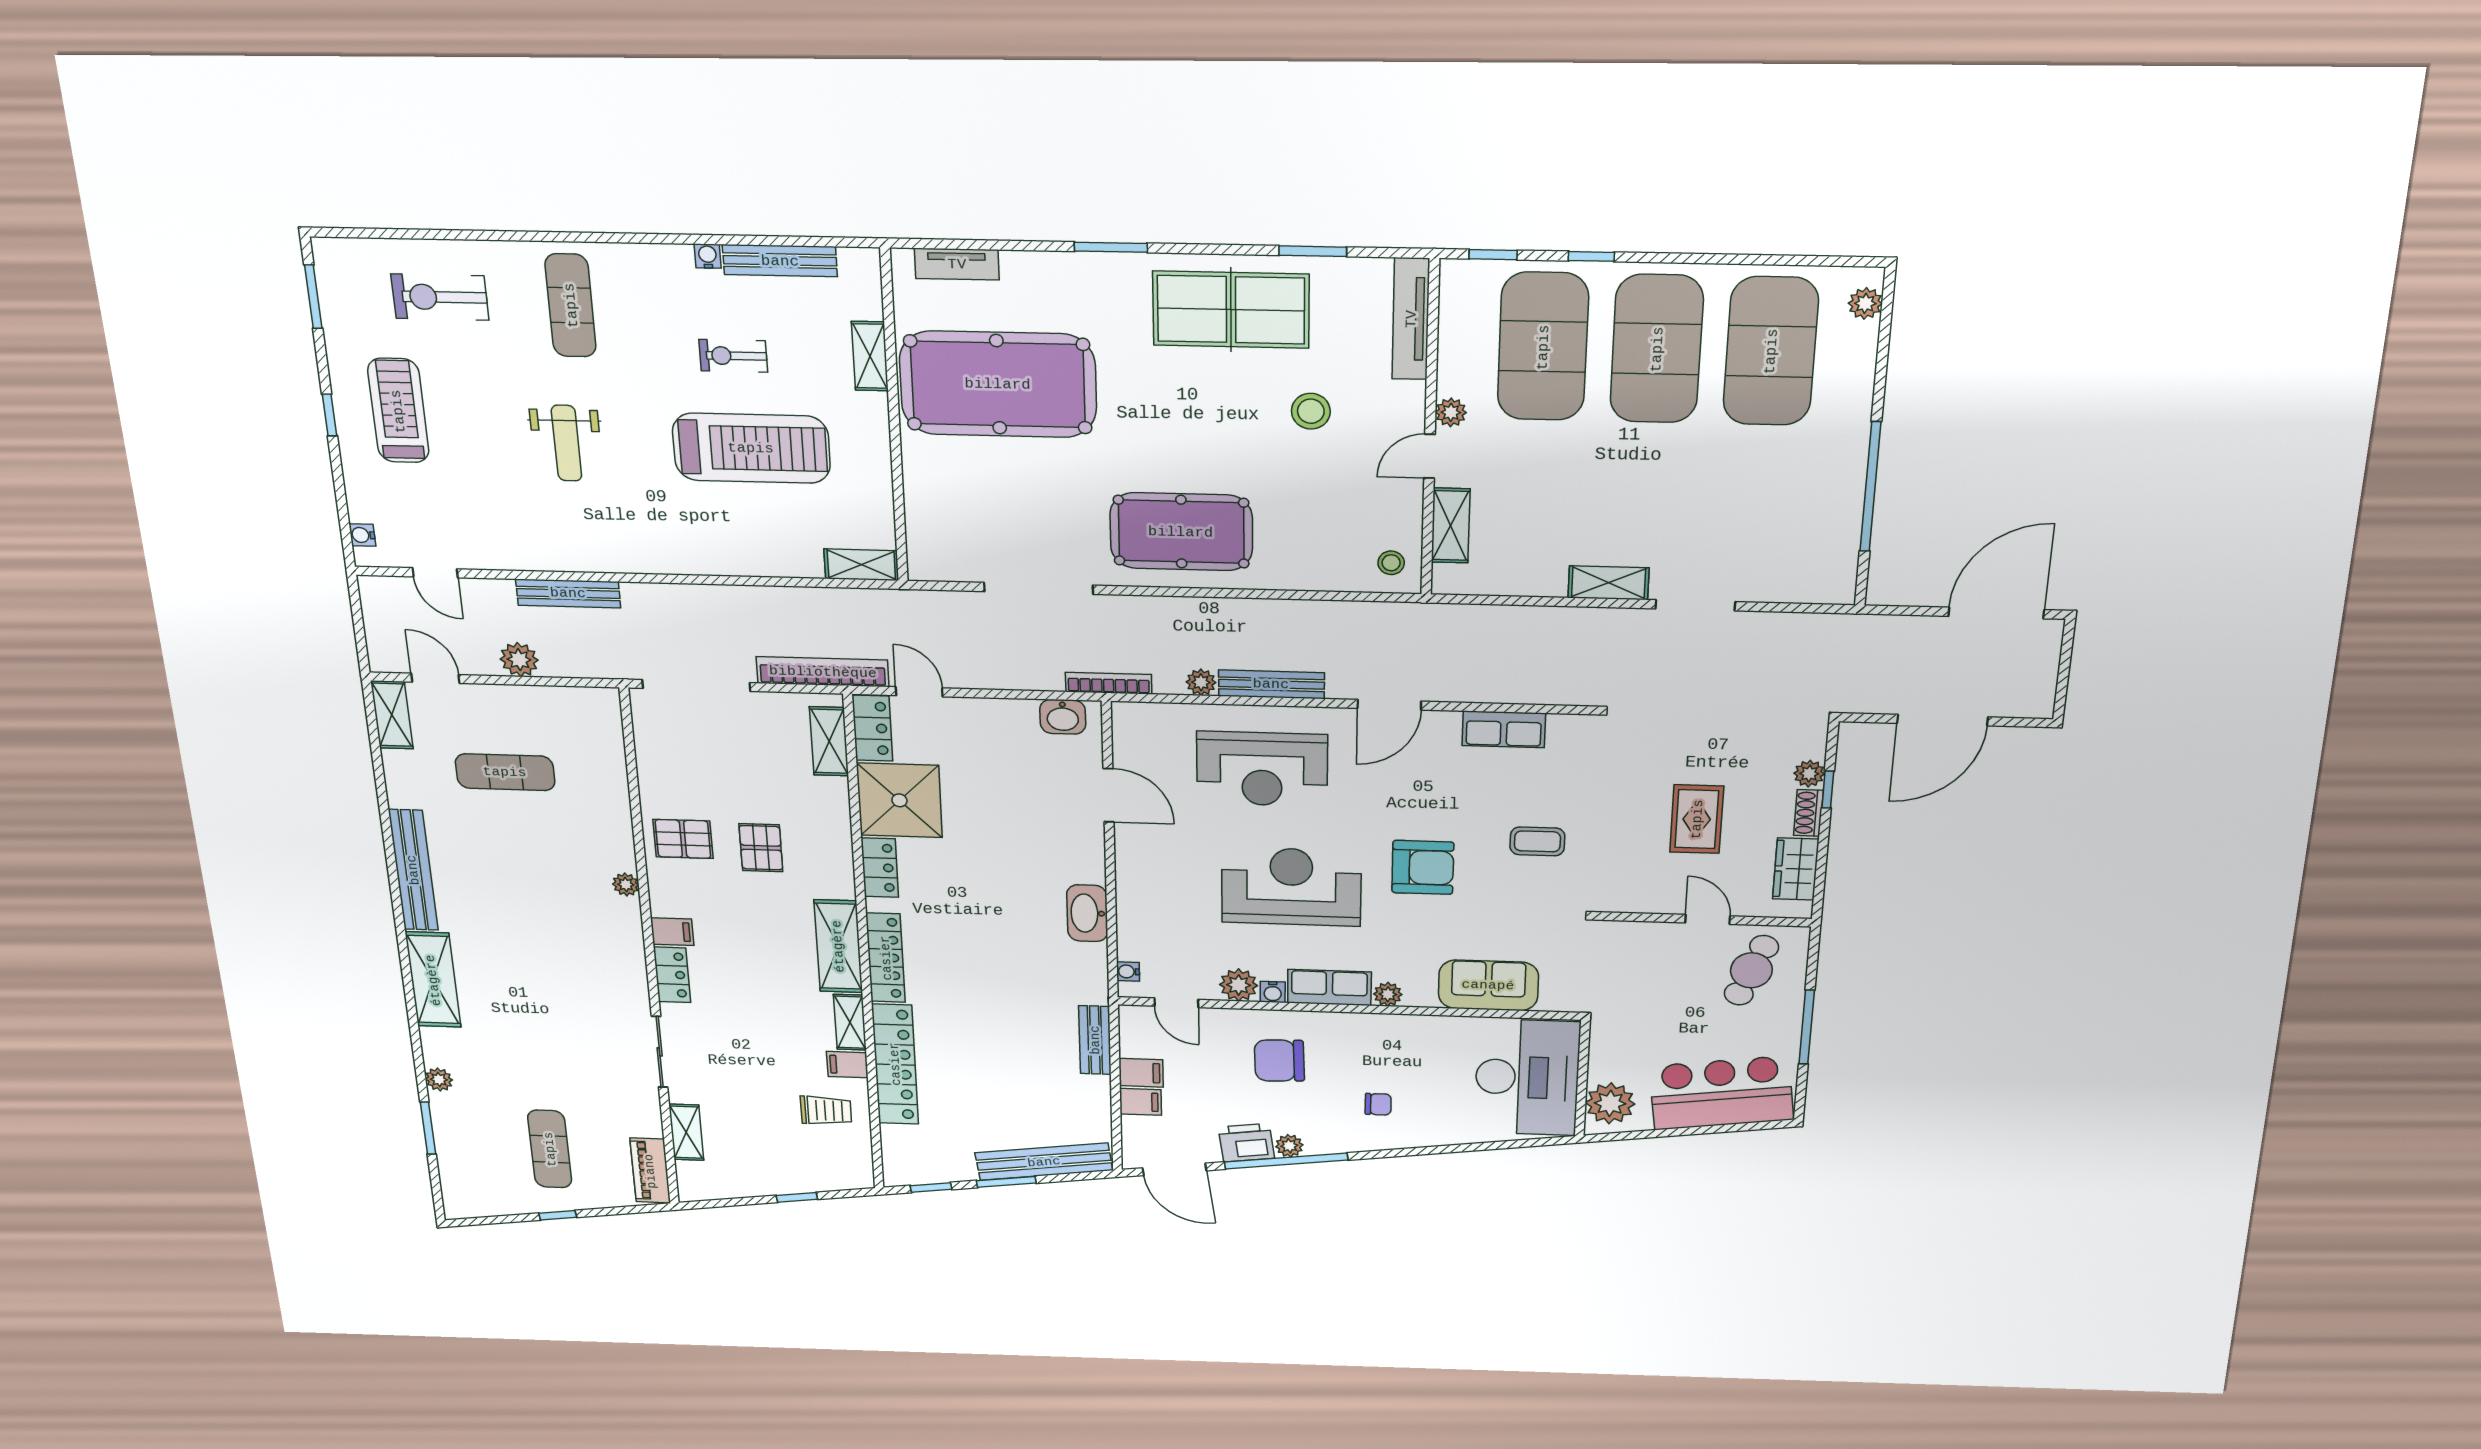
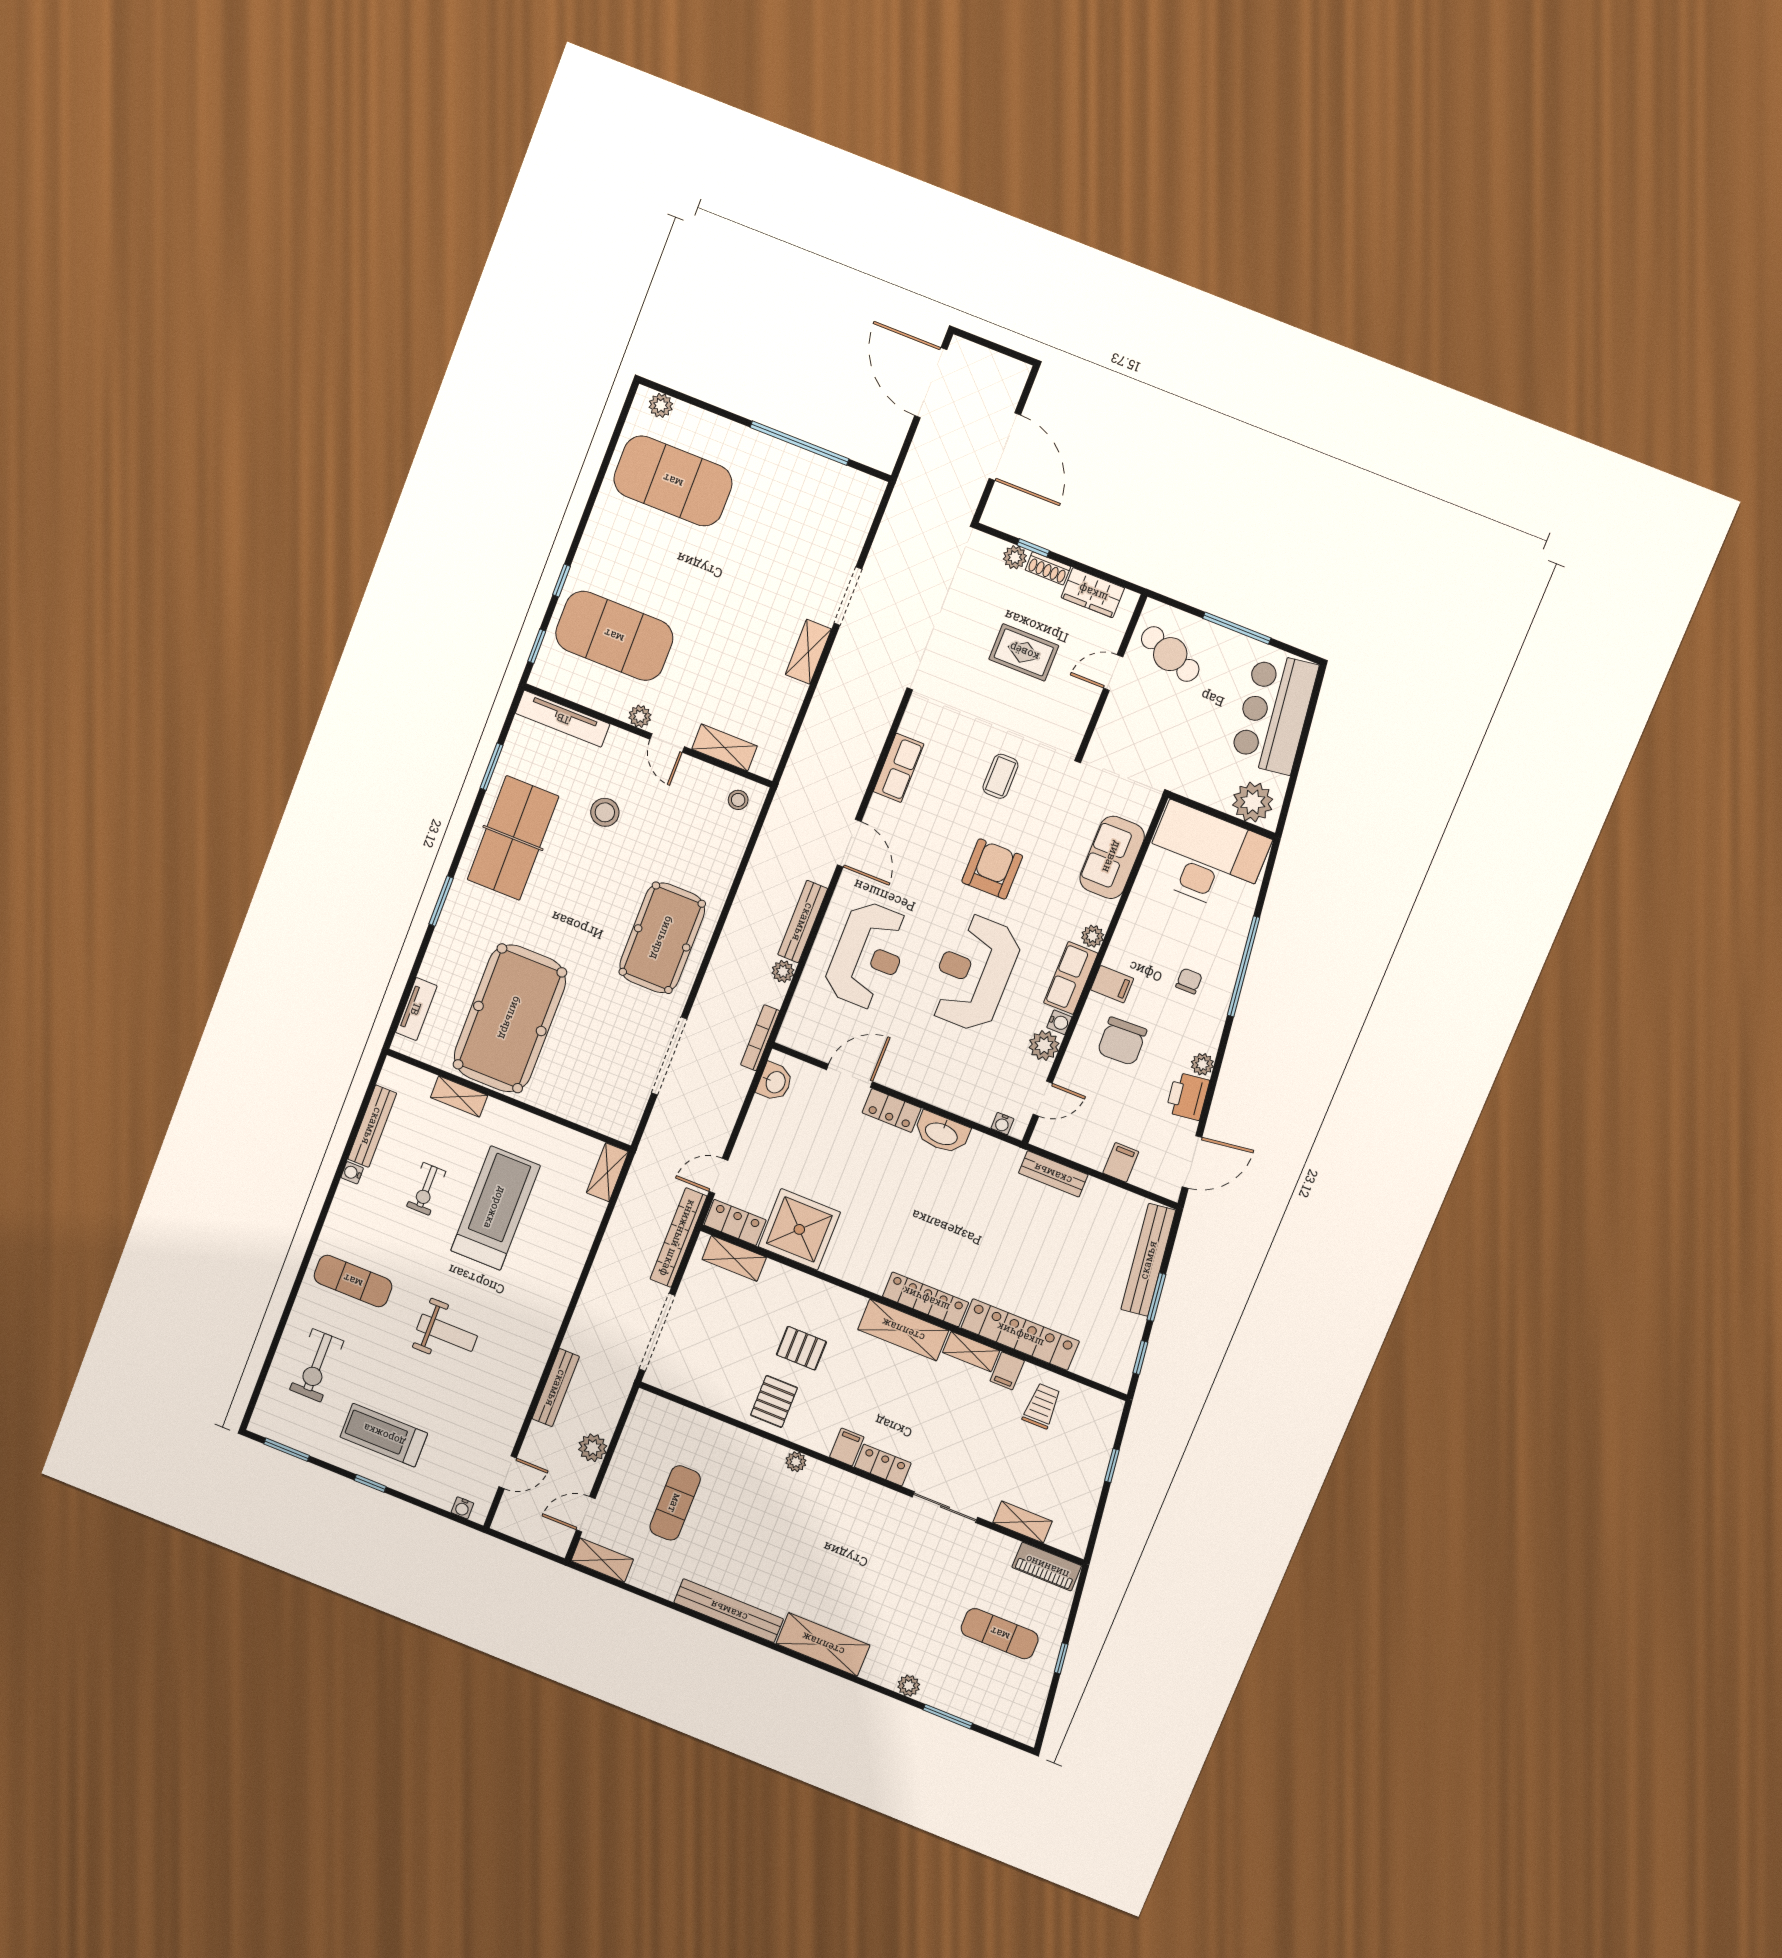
exercise mat: (1657, 349) -> (643, 559), removed
locker: (880, 868) -> (892, 1110), moved, turned 180
filing cabinet: (1141, 1073) -> (1112, 984), moved, turned 90
window: (1286, 1161) -> (1244, 967), moved

